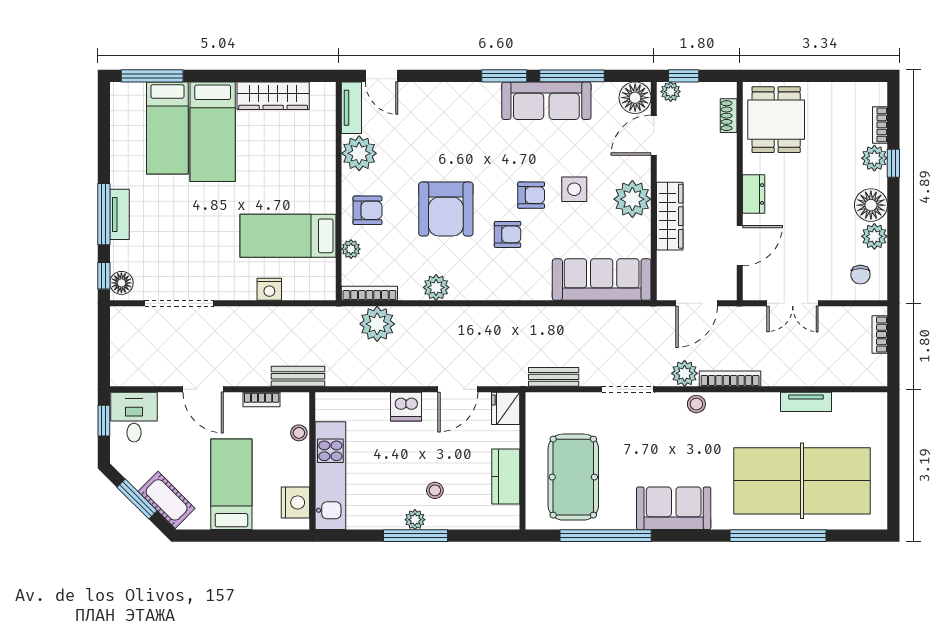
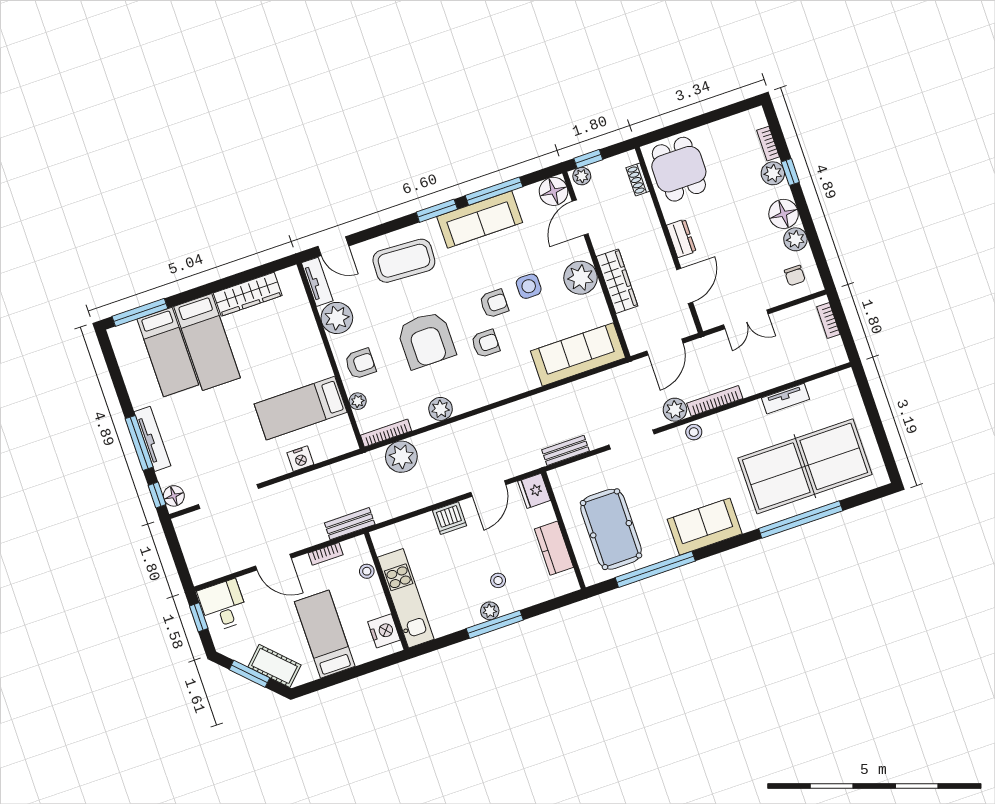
coffee table: (451, 117) -> (404, 261), added
tv unit: (119, 214) -> (152, 439), width x1.41

